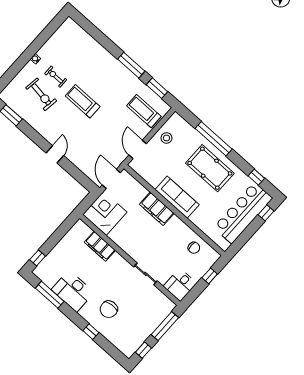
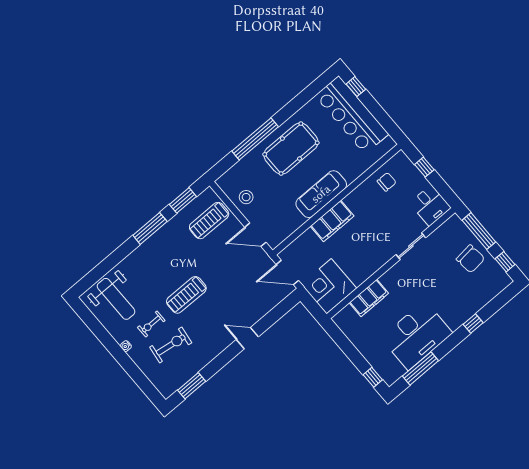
weight bench: (72, 46) -> (116, 299), added
window: (256, 177) -> (310, 92), removed
desk: (73, 291) -> (416, 335), width x1.36, depth x1.30
chair: (109, 309) -> (470, 259), moved

